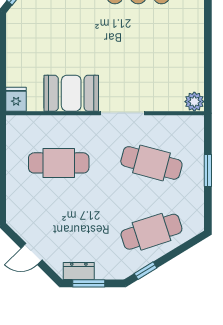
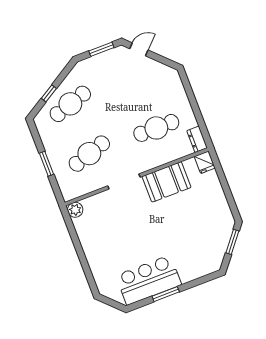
cafe table: (151, 163) -> (89, 154), turned -33
door: (32, 254) -> (139, 49), moved
dresser: (79, 271) -> (197, 139), moved, turned 90
window: (146, 271) -> (49, 93), moved

